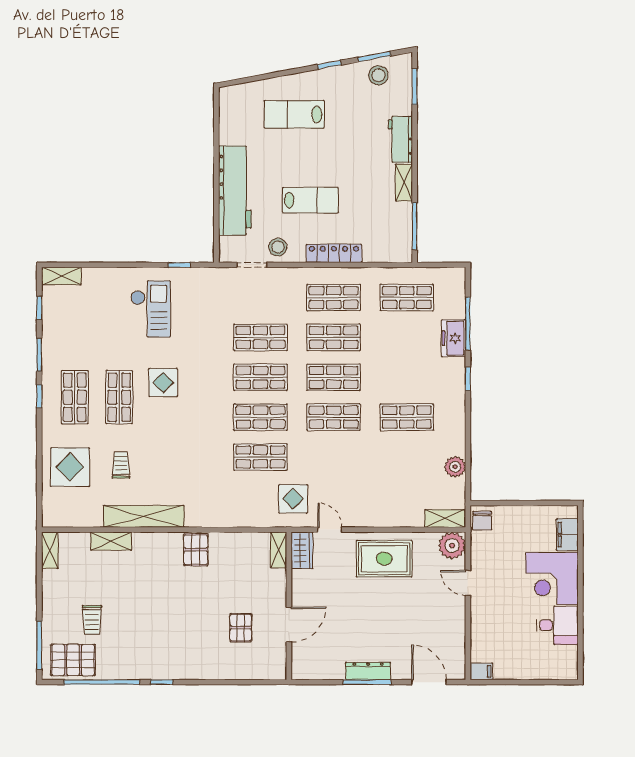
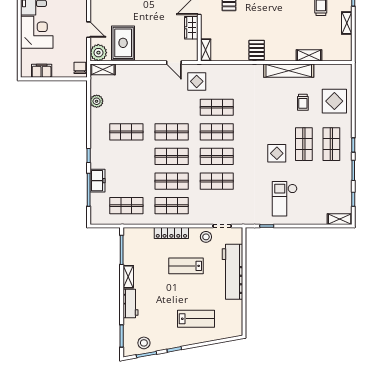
filing cabinet: (567, 535) -> (42, 71), moved, turned -90
shelving: (50, 550) -> (347, 23), moved
wardrobe: (302, 550) -> (191, 28), moved
rug: (384, 559) -> (123, 43), moved, turned 90

